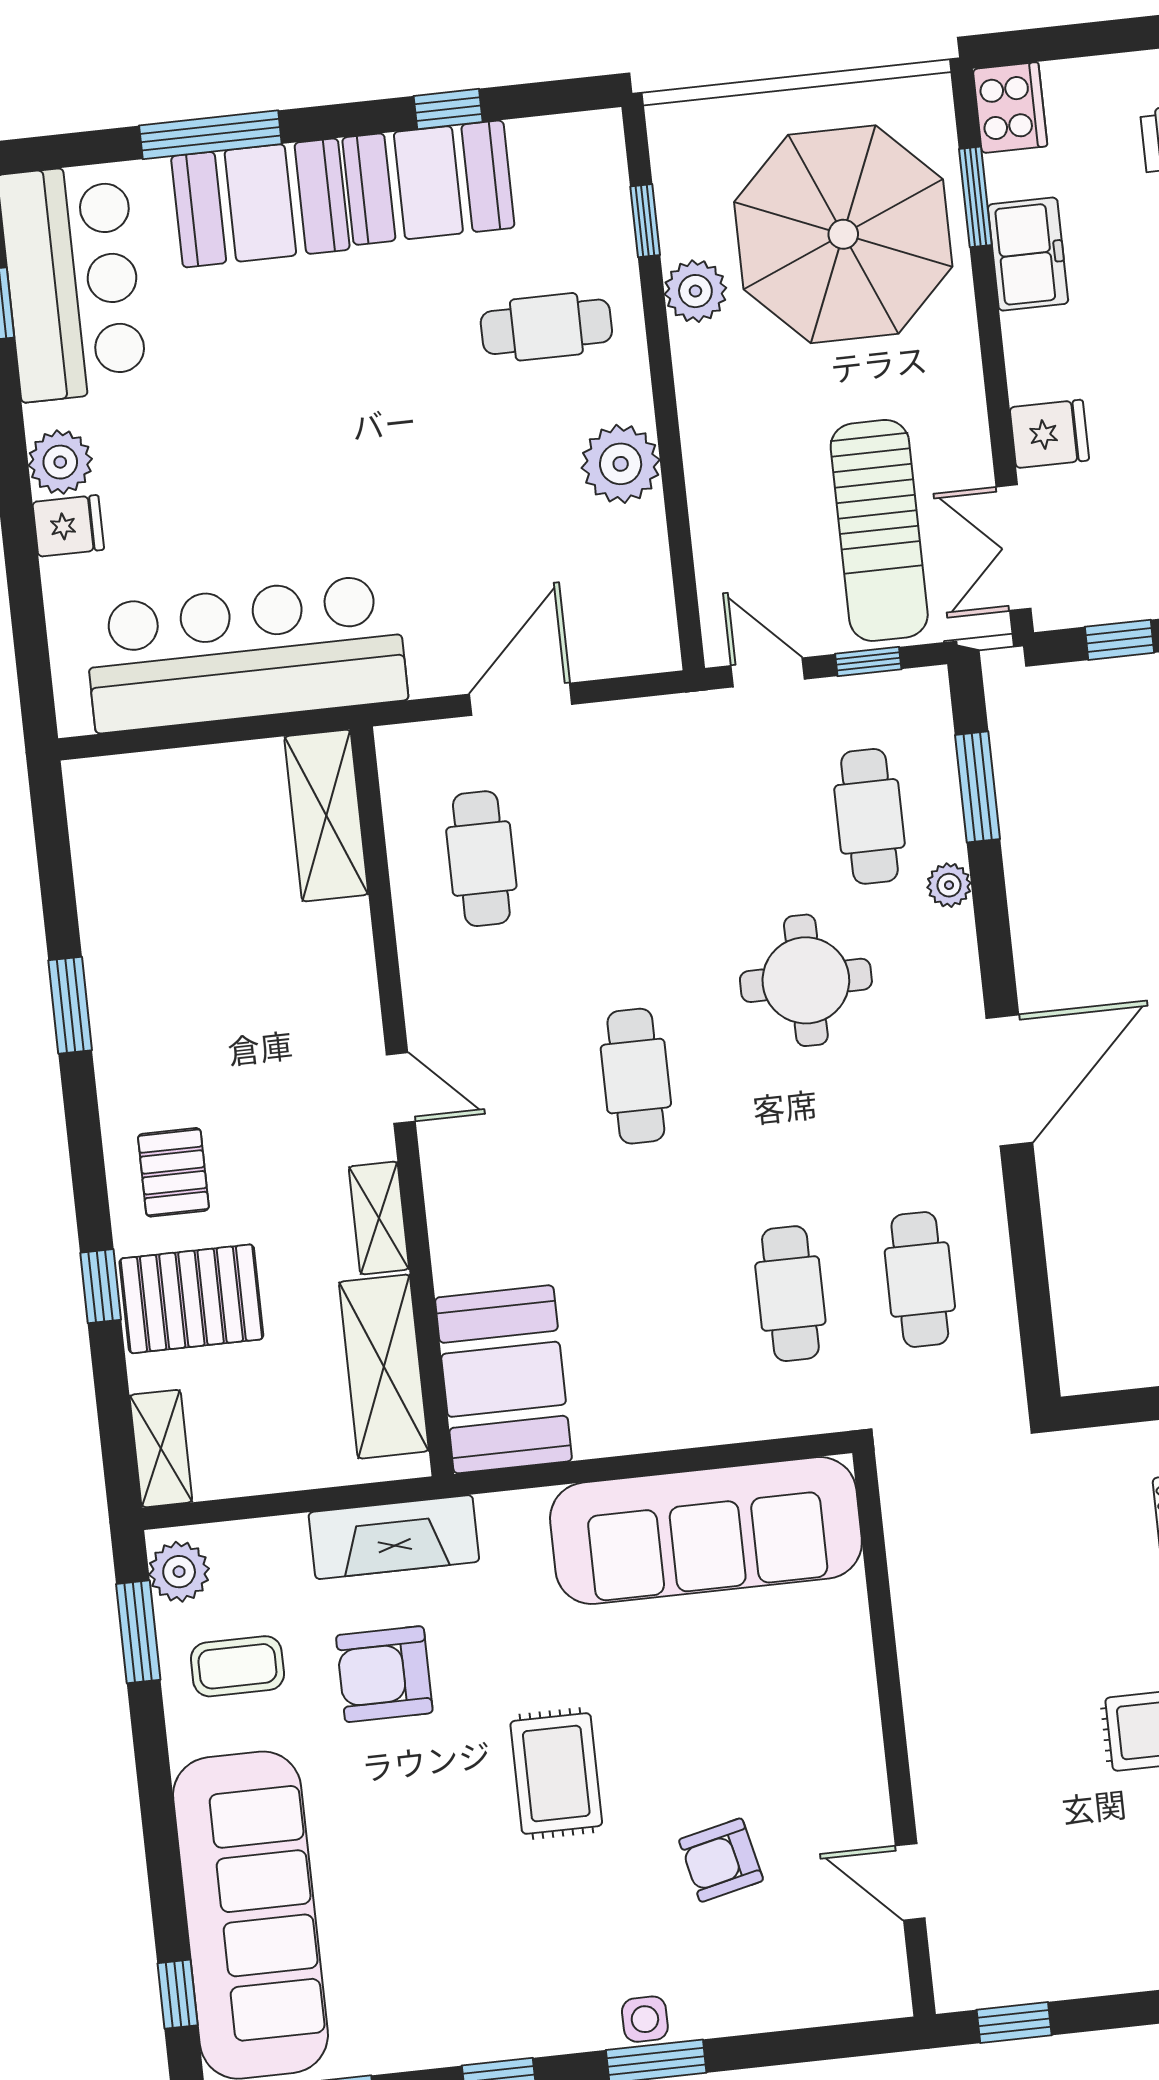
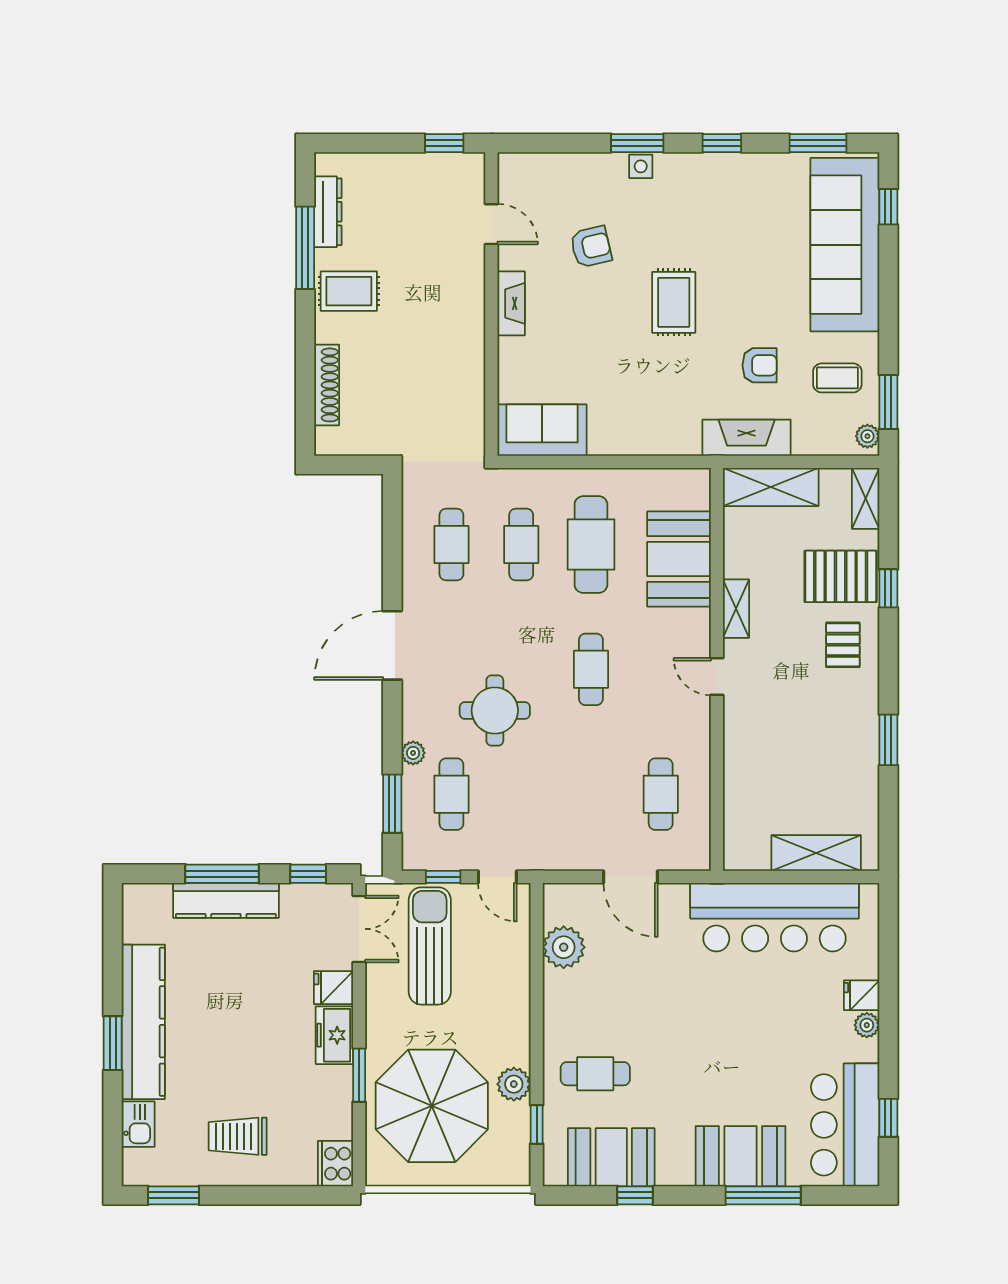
booth: (428, 183) -> (611, 1157), moved
window: (975, 197) -> (359, 1075), moved
freezer: (1028, 254) -> (334, 1035), moved
plant: (60, 462) -> (867, 1025), width x0.73, depth x0.73
plant: (621, 464) -> (564, 947), moved
door: (521, 699) -> (630, 877), hinge flipped
shelving: (326, 815) -> (816, 853), moved, turned 90
cafe table: (661, 1308) -> (591, 545), added
shelving: (384, 1367) -> (771, 487), moved, turned 90
booth: (504, 1379) -> (679, 559), moved
sofa: (706, 1531) -> (542, 430), width x0.54, depth x0.79
plant: (179, 1572) -> (867, 436), width x0.73, depth x0.73
armchair: (384, 1674) -> (760, 365), width x0.72, depth x0.72
fireplace: (858, 1739) -> (511, 303), added

